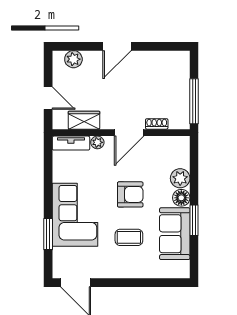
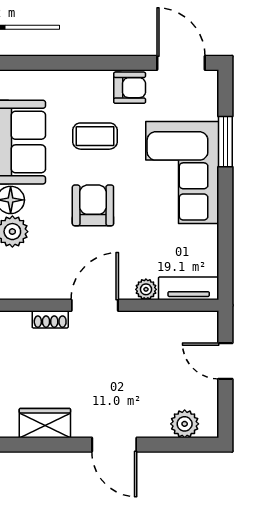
door: (117, 46) -> (114, 445), swing flipped
wardrobe: (84, 120) -> (45, 423), moved, turned 180
armchair: (130, 194) -> (93, 205), turned 90
armchair: (108, 267) -> (130, 88), added

